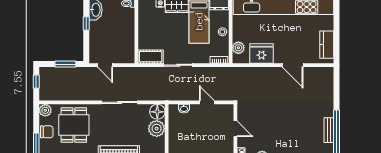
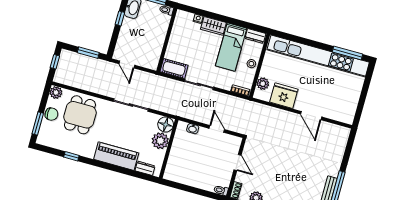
kitchen counter: (327, 45) -> (350, 105), removed

